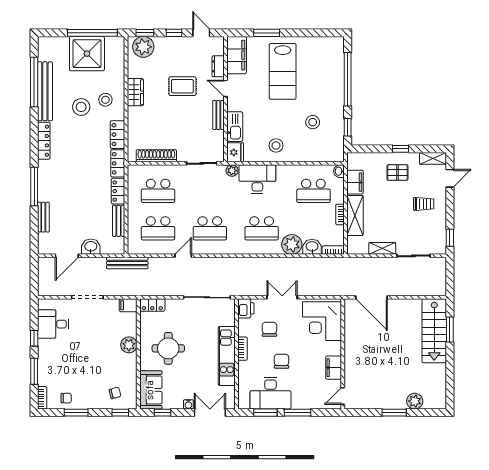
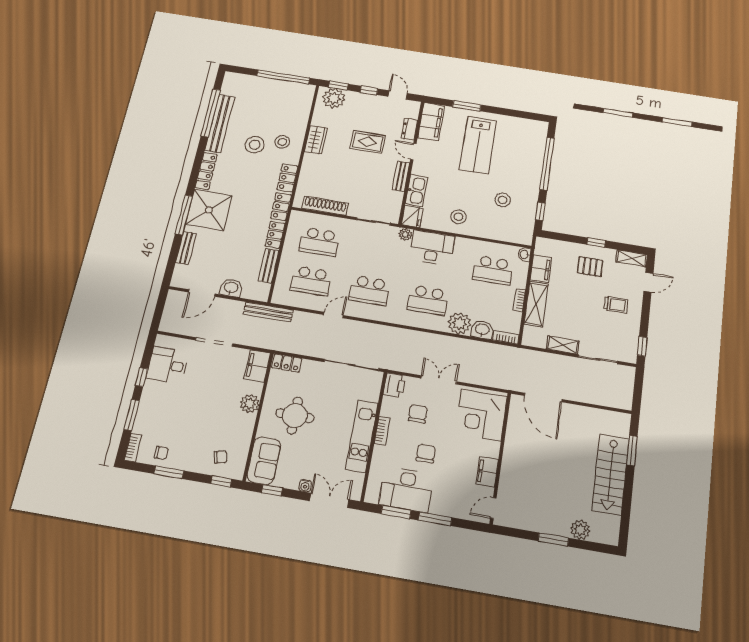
shower: (87, 54) -> (209, 210), moved
filing cabinet: (128, 305) -> (257, 366), width x2.00
stairs: (434, 331) -> (610, 474), moved

